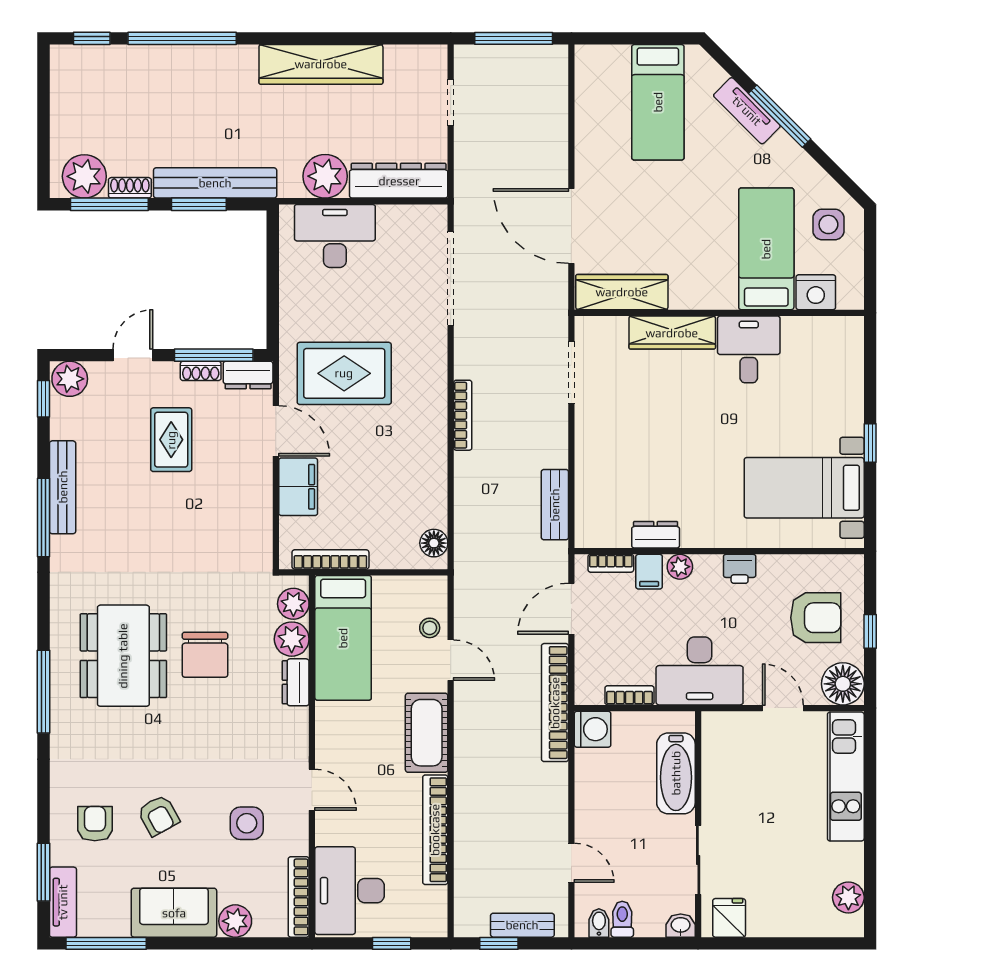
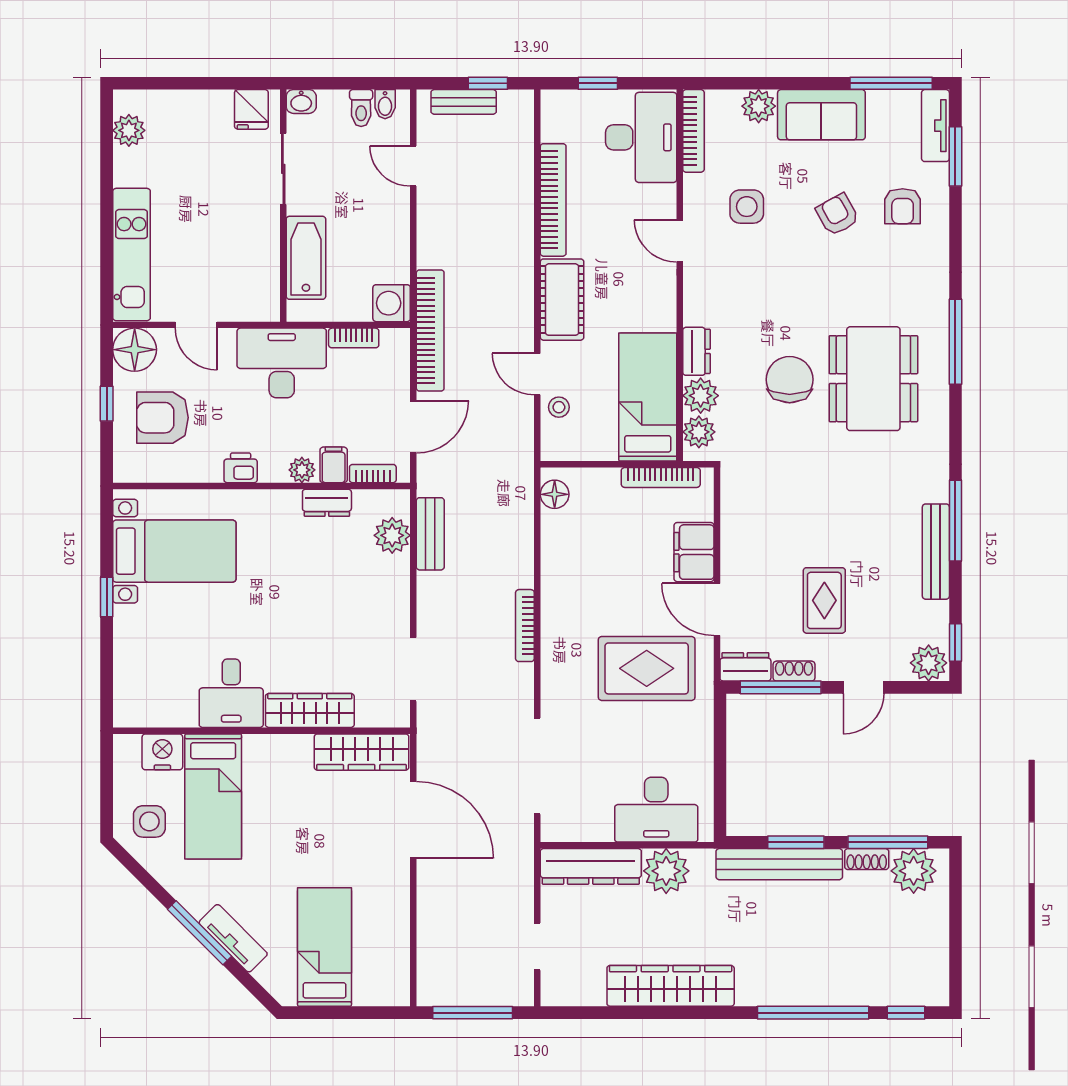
plant: (592, 503) -> (392, 535), added

